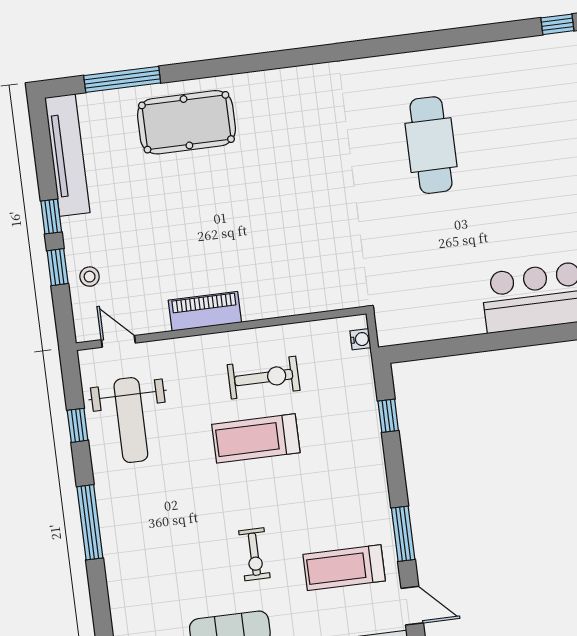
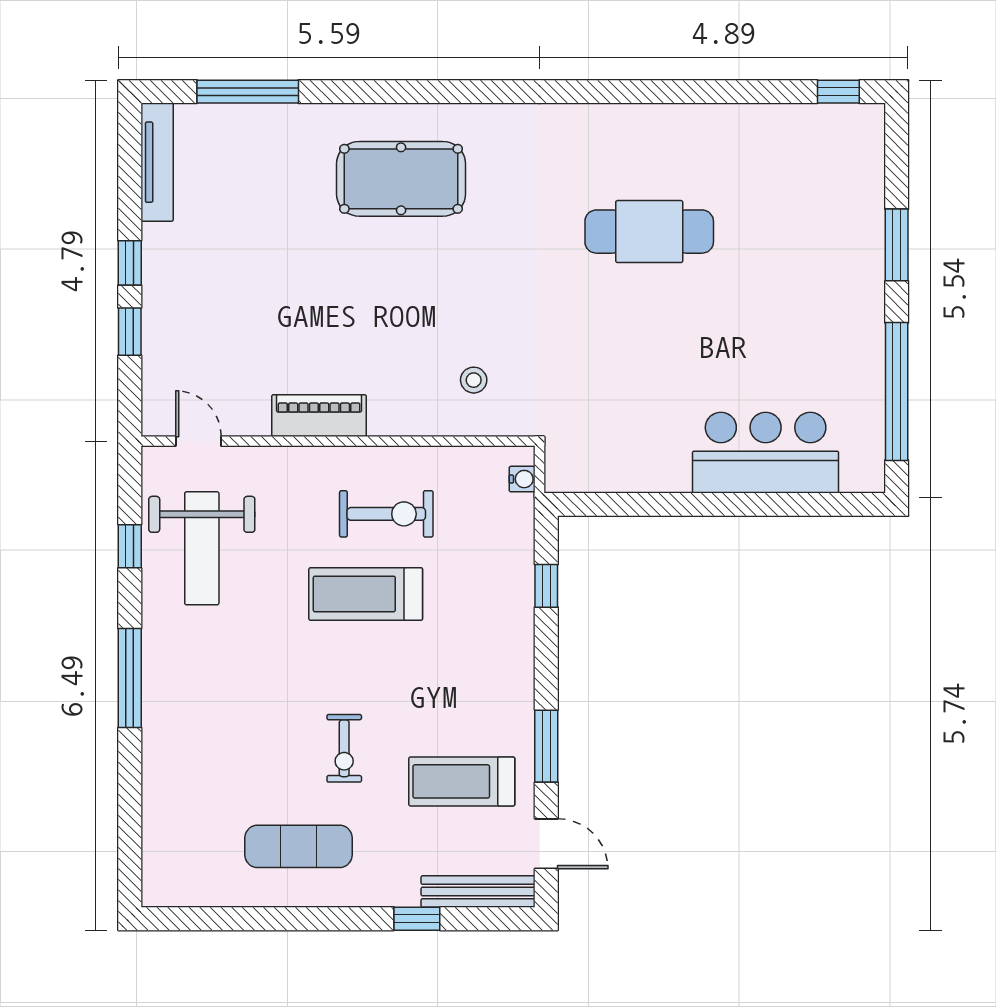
pool table: (186, 122) -> (401, 179), moved
cafe table: (431, 145) -> (649, 232), turned 90
tv unit: (67, 155) -> (157, 162), width x0.73, depth x0.78
stool: (90, 277) -> (474, 380), moved

